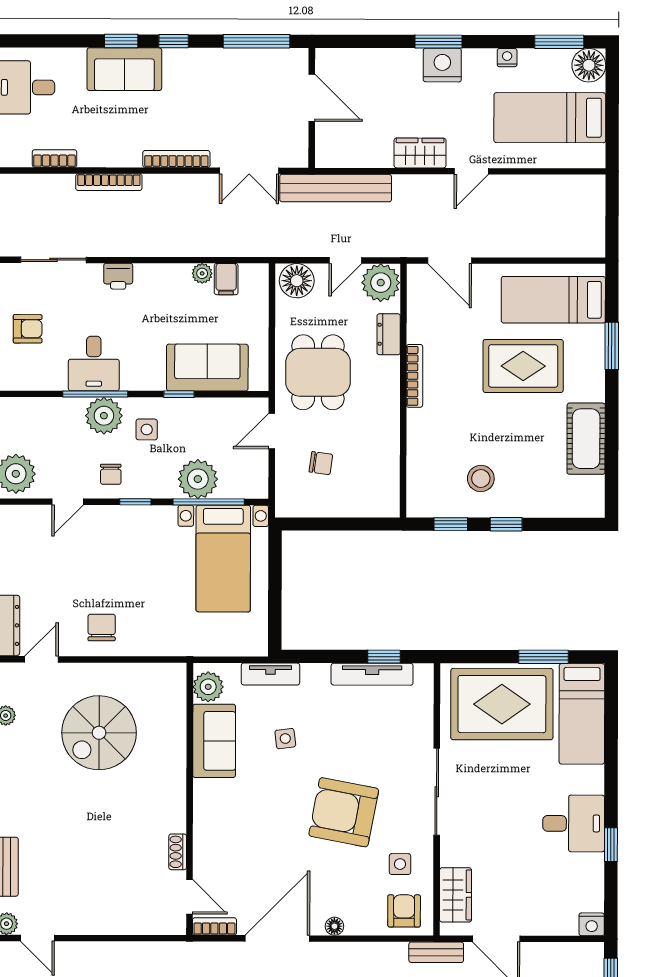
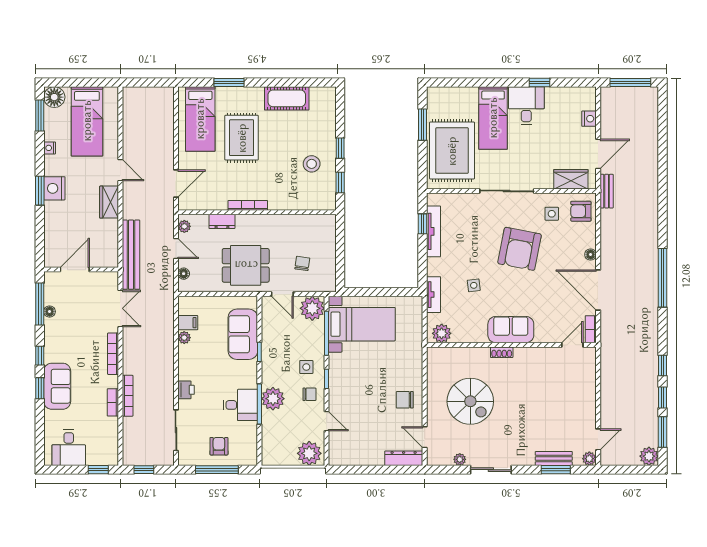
floor lamp: (244, 57) -> (50, 312), added
bookcase: (55, 158) -> (113, 402), moved
floor lamp: (297, 281) -> (184, 274), width x0.53, depth x0.53
plant: (381, 283) -> (184, 226), width x0.53, depth x0.53
side table: (147, 429) -> (306, 367), moved
plant: (198, 479) -> (312, 308), moved
bed: (582, 714) -> (493, 118), moved, turned 90
sofa: (214, 741) -> (511, 330), moved
shoe rack: (178, 852) -> (502, 352), moved
nightstand: (592, 924) -> (589, 119), moved

